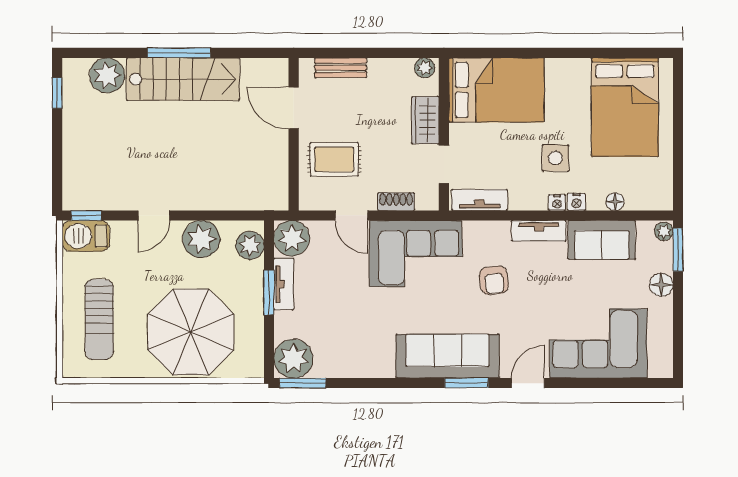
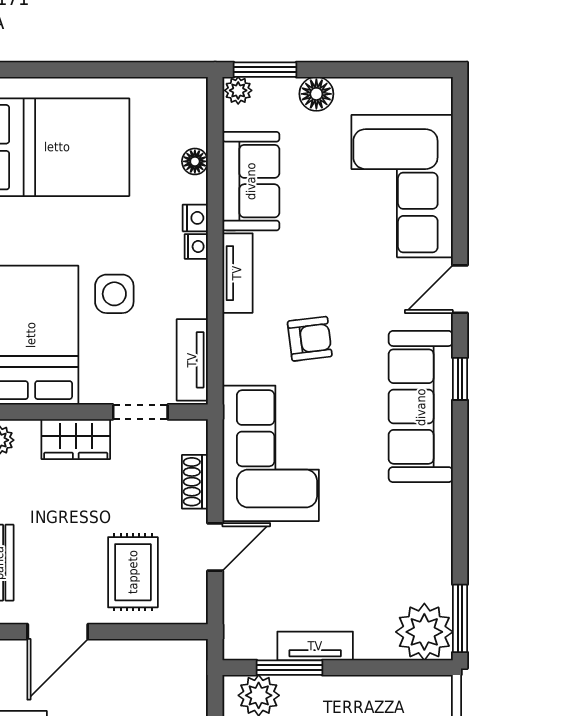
side table: (555, 158) -> (114, 294), moved
plant: (292, 238) -> (248, 634), removed
window: (269, 292) -> (289, 668), moved
window: (466, 383) -> (460, 379), width x0.67
door: (528, 383) -> (460, 289), hinge flipped

